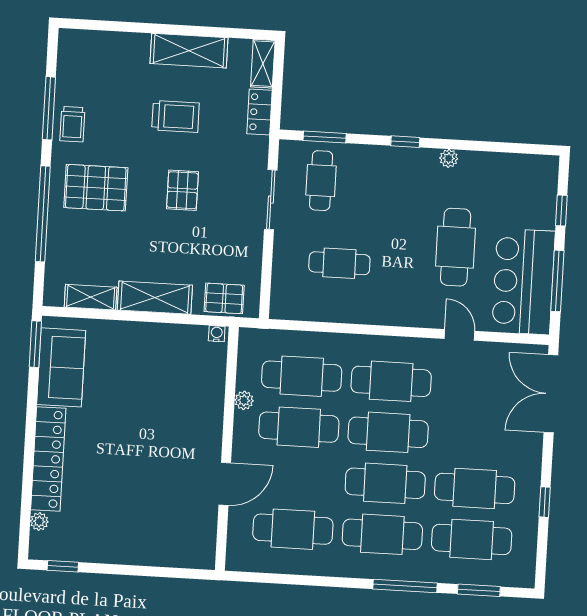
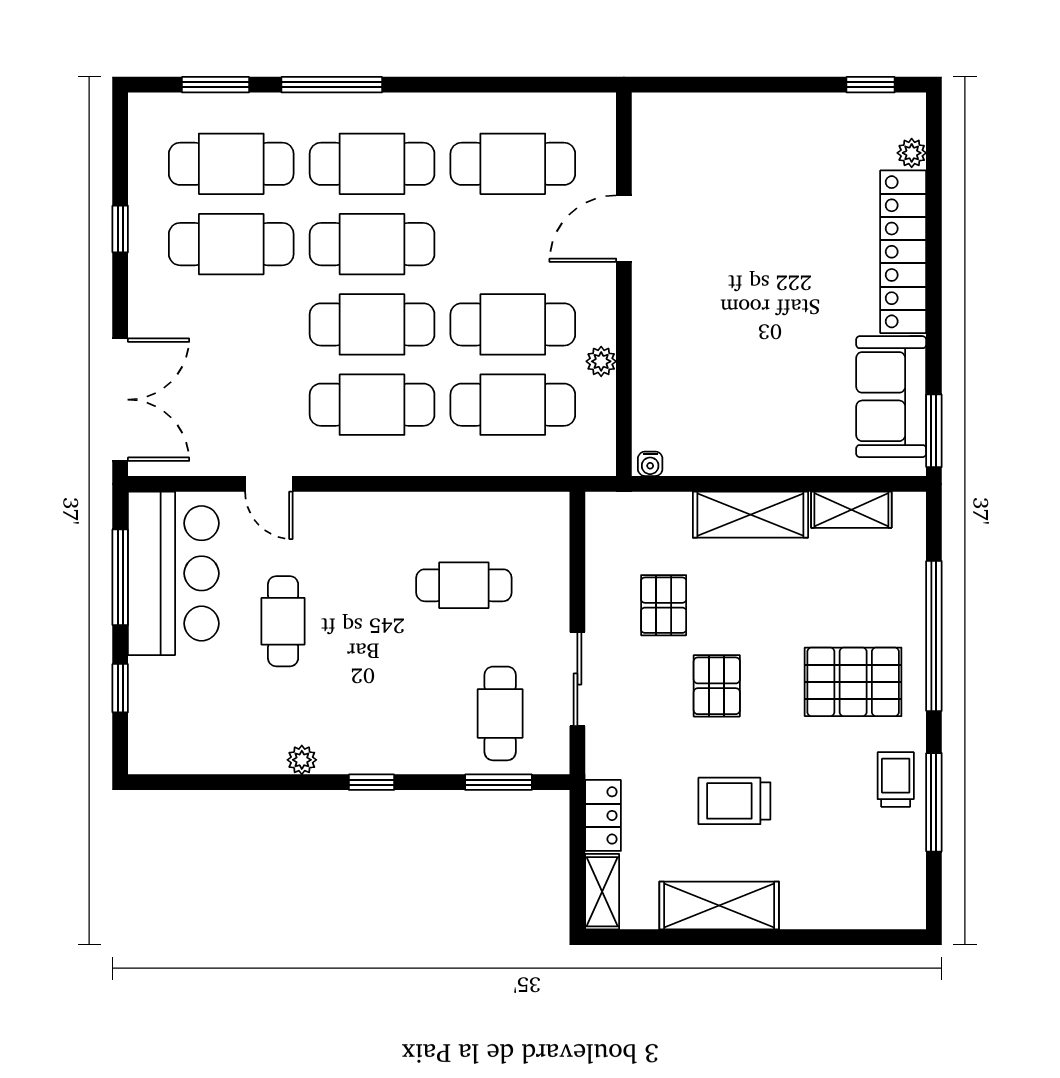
cafe table: (456, 247) -> (283, 621), width x0.73, depth x0.74
pallet: (224, 298) -> (664, 605), moved, turned 90

